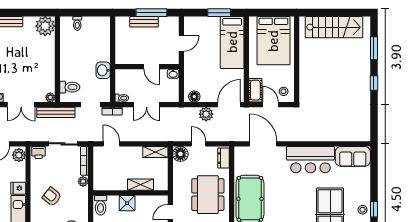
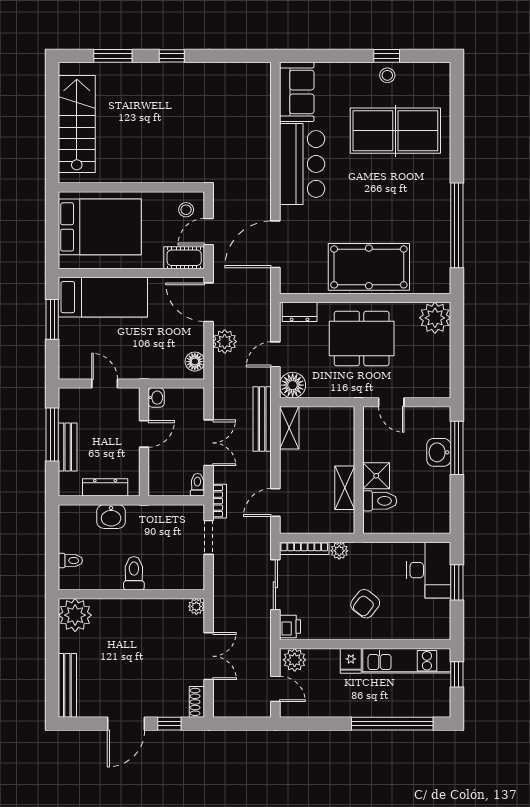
dresser: (120, 44) -> (105, 487), added
washbasin: (103, 70) -> (111, 517), moved
toilet: (70, 87) -> (134, 573), moved
bench: (56, 112) -> (262, 419), moved
shelving: (140, 185) -> (345, 488), moved
toilet: (101, 205) -> (380, 501), moved

